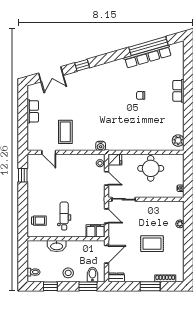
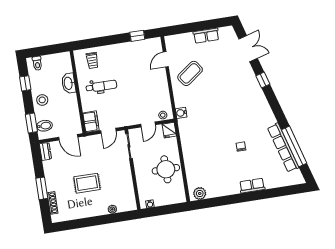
double door: (51, 74) -> (248, 49), swing flipped
coffee table: (65, 132) -> (190, 73), turned -36
rug: (152, 244) -> (87, 183), turned 90

